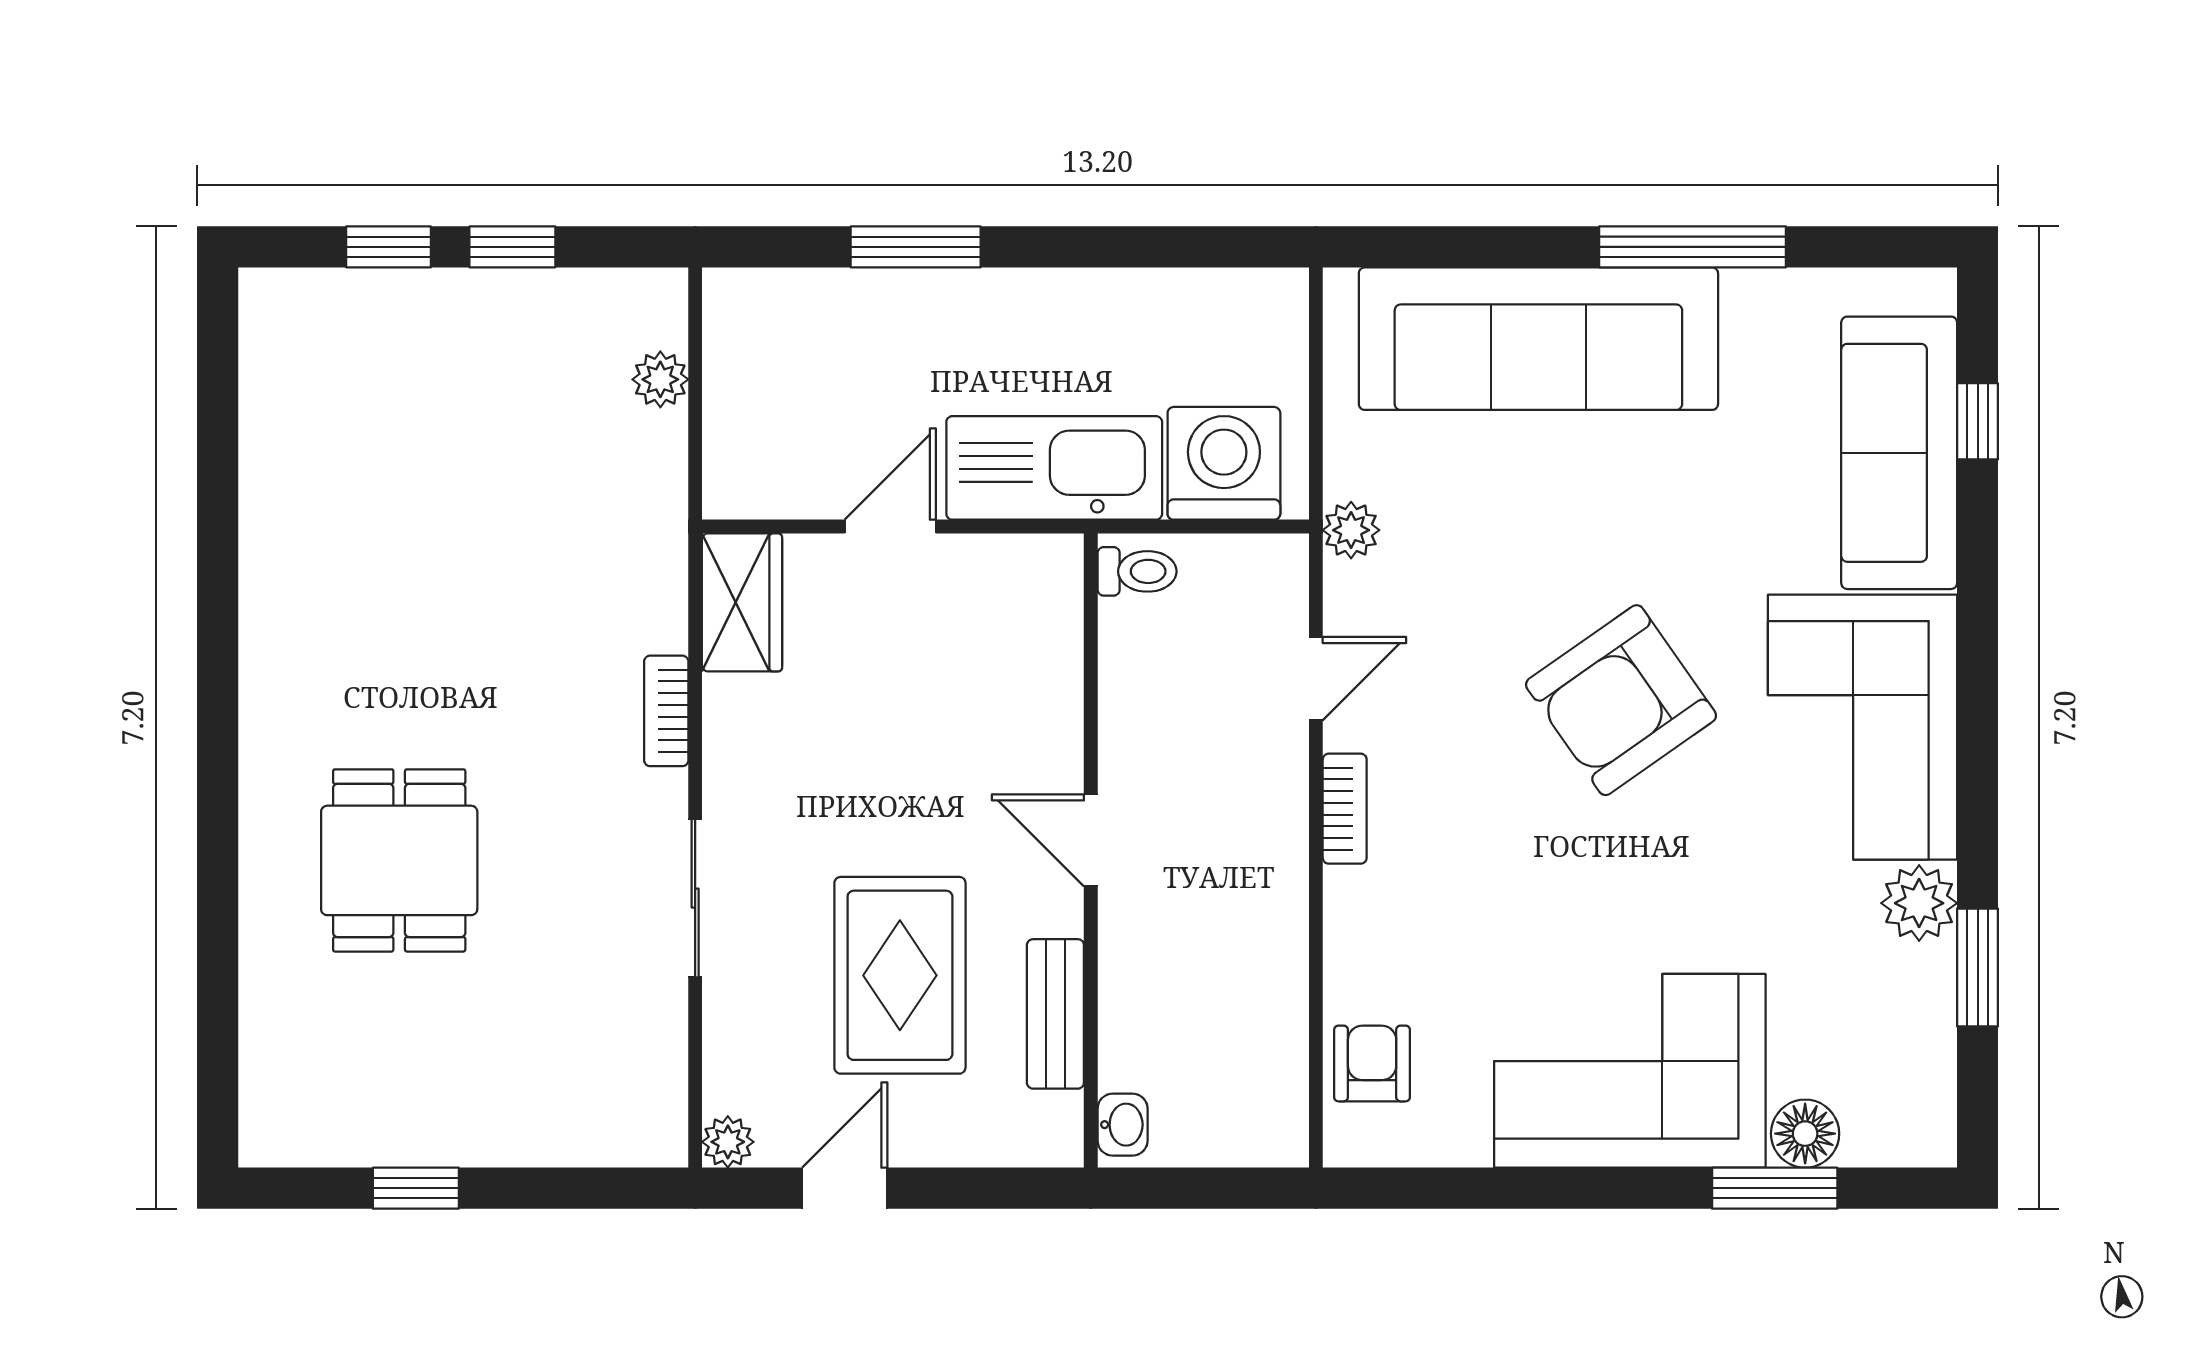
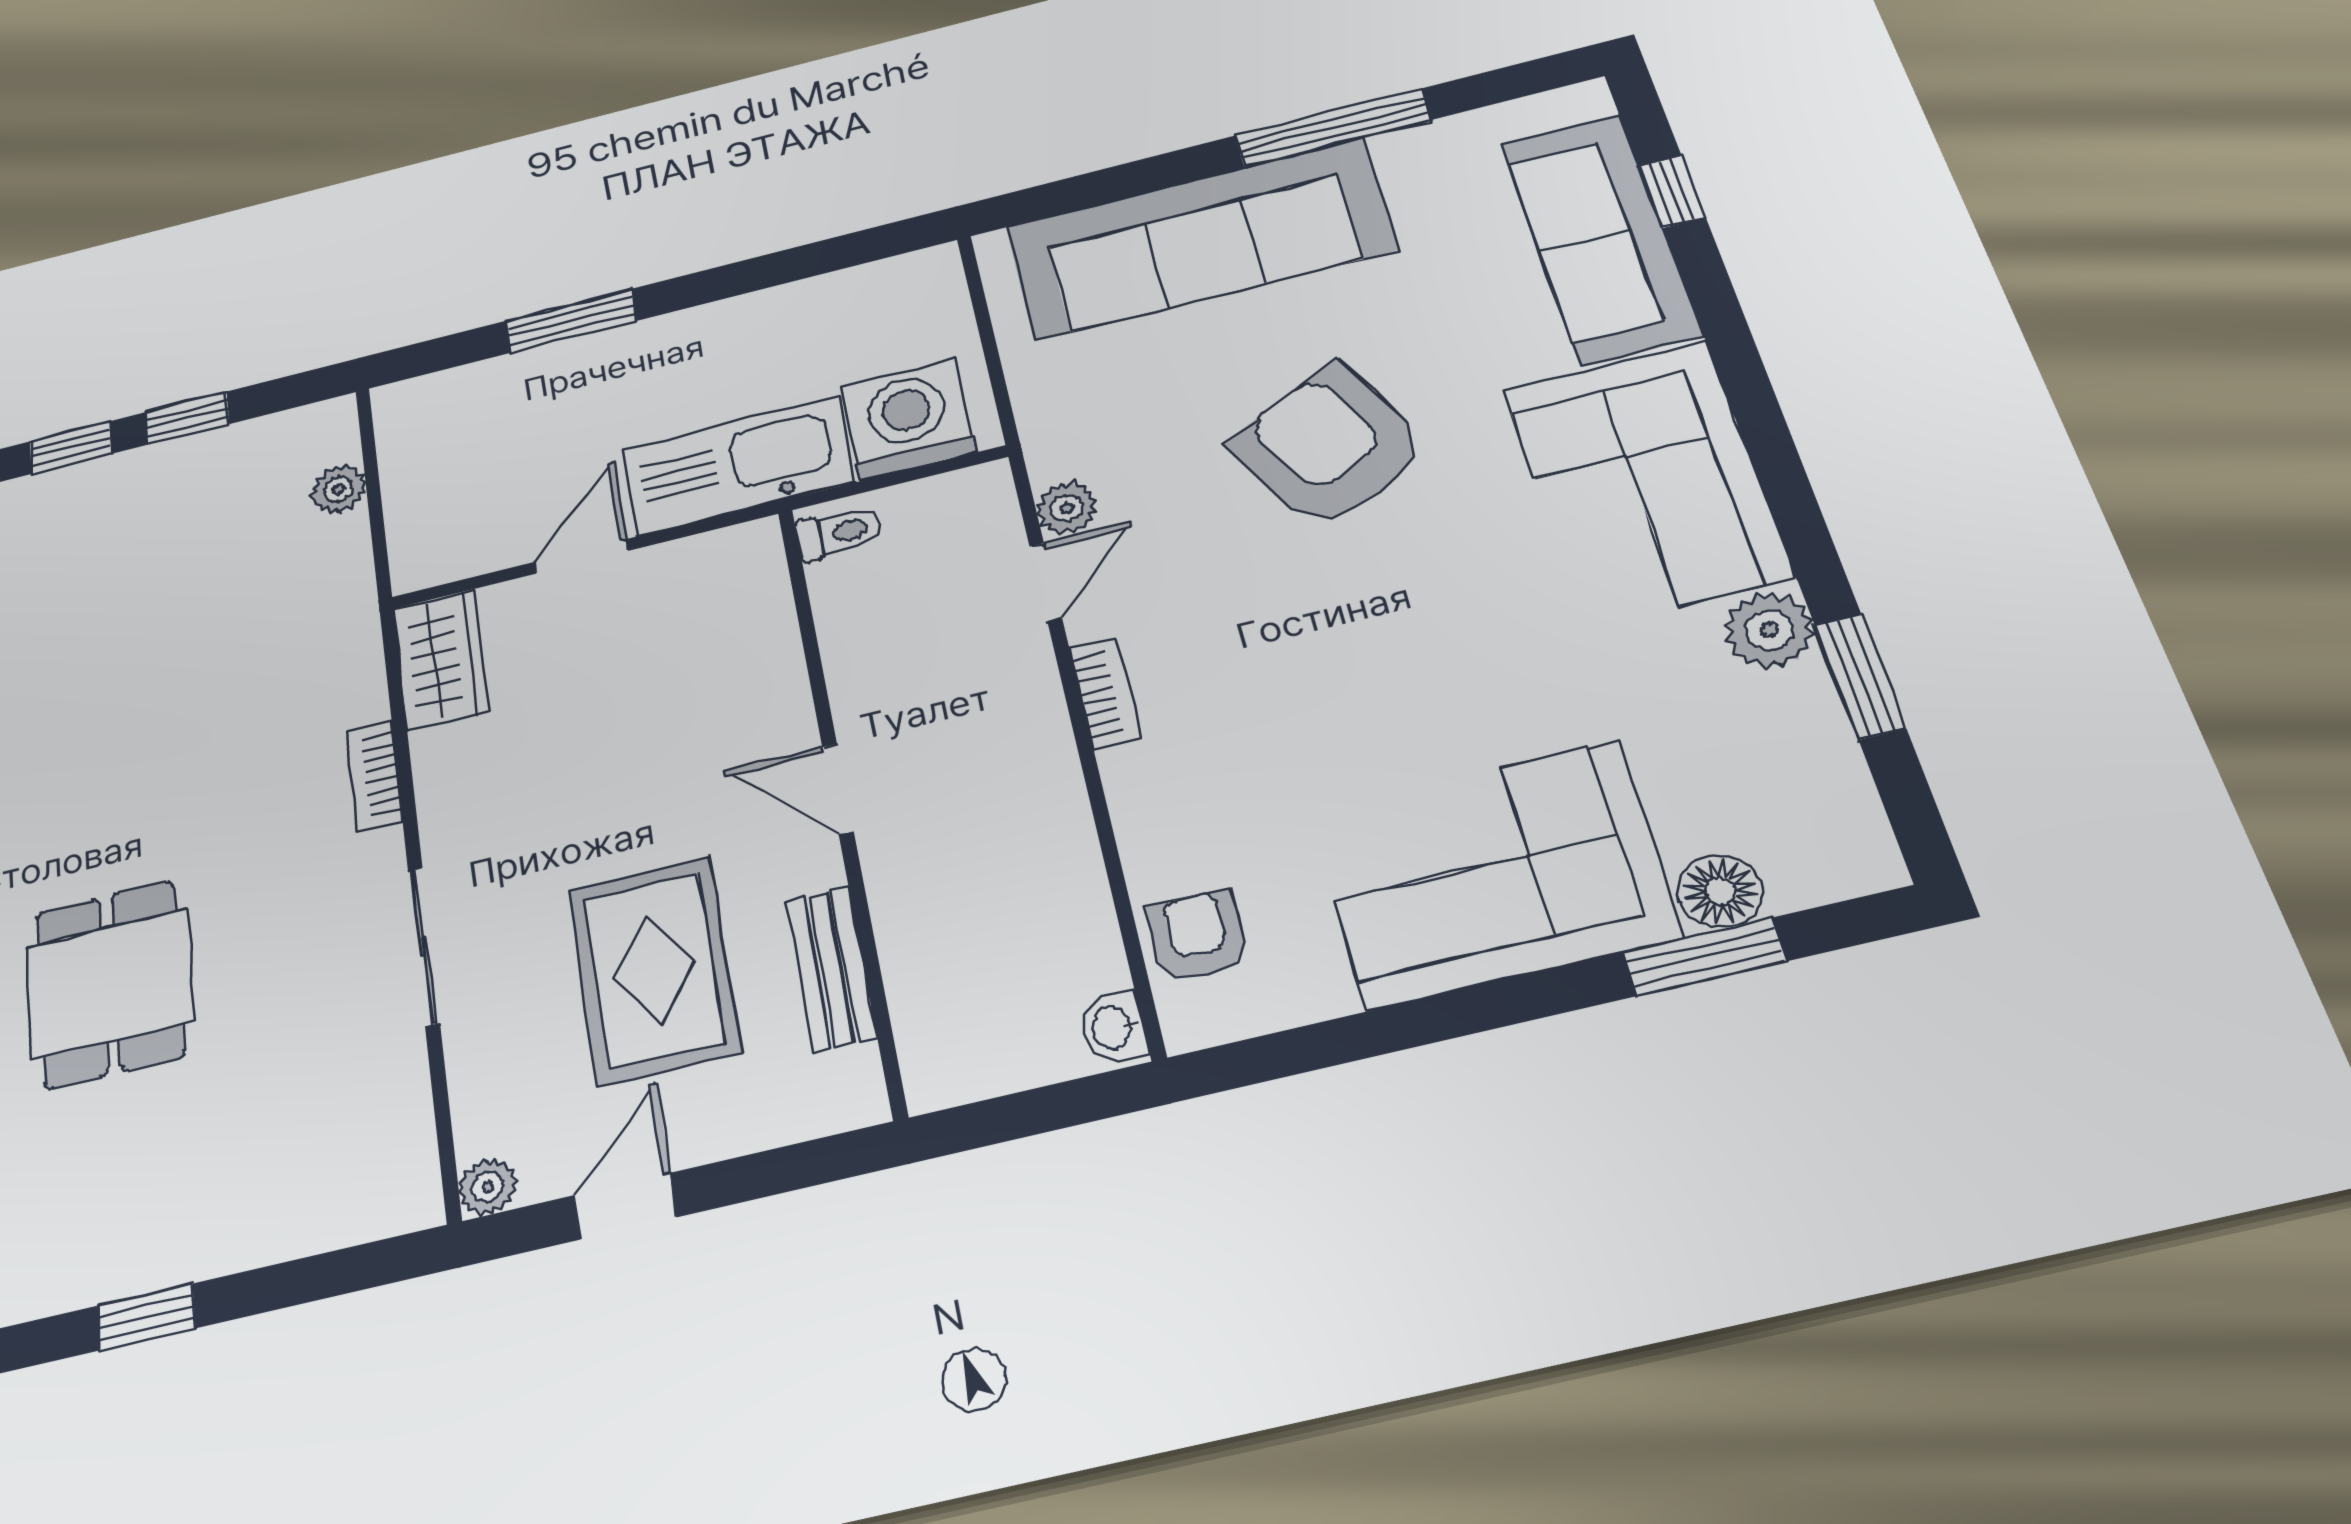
plant: (1351, 530) -> (1067, 508), moved
armchair: (1621, 700) -> (1329, 447), moved, turned 98
washbasin: (1123, 1125) -> (1113, 1028), moved, turned 180

